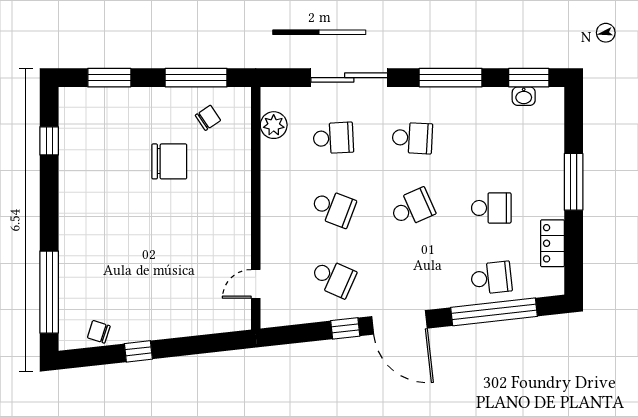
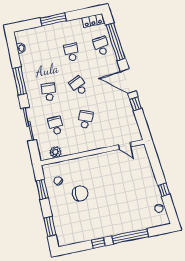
window: (196, 78) -> (42, 189), width x0.69
window: (529, 78) -> (13, 48), removed
window: (49, 141) -> (98, 243), moved
chair: (169, 161) -> (80, 193), turned 90
locker: (552, 243) -> (93, 21), moved
school desk: (333, 278) -> (115, 113), removed
window: (49, 292) -> (130, 236), moved
door: (400, 322) -> (128, 81), swing flipped

